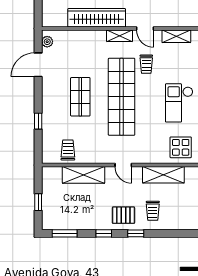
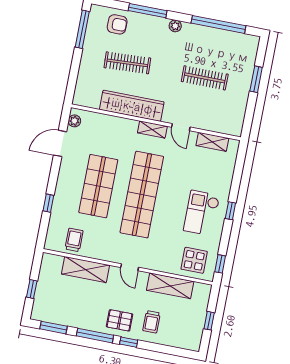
trolley: (146, 64) -> (175, 165), removed
shop shelf: (80, 97) -> (98, 186), width x1.43, depth x1.36
window: (104, 233) -> (95, 336), width x2.17

